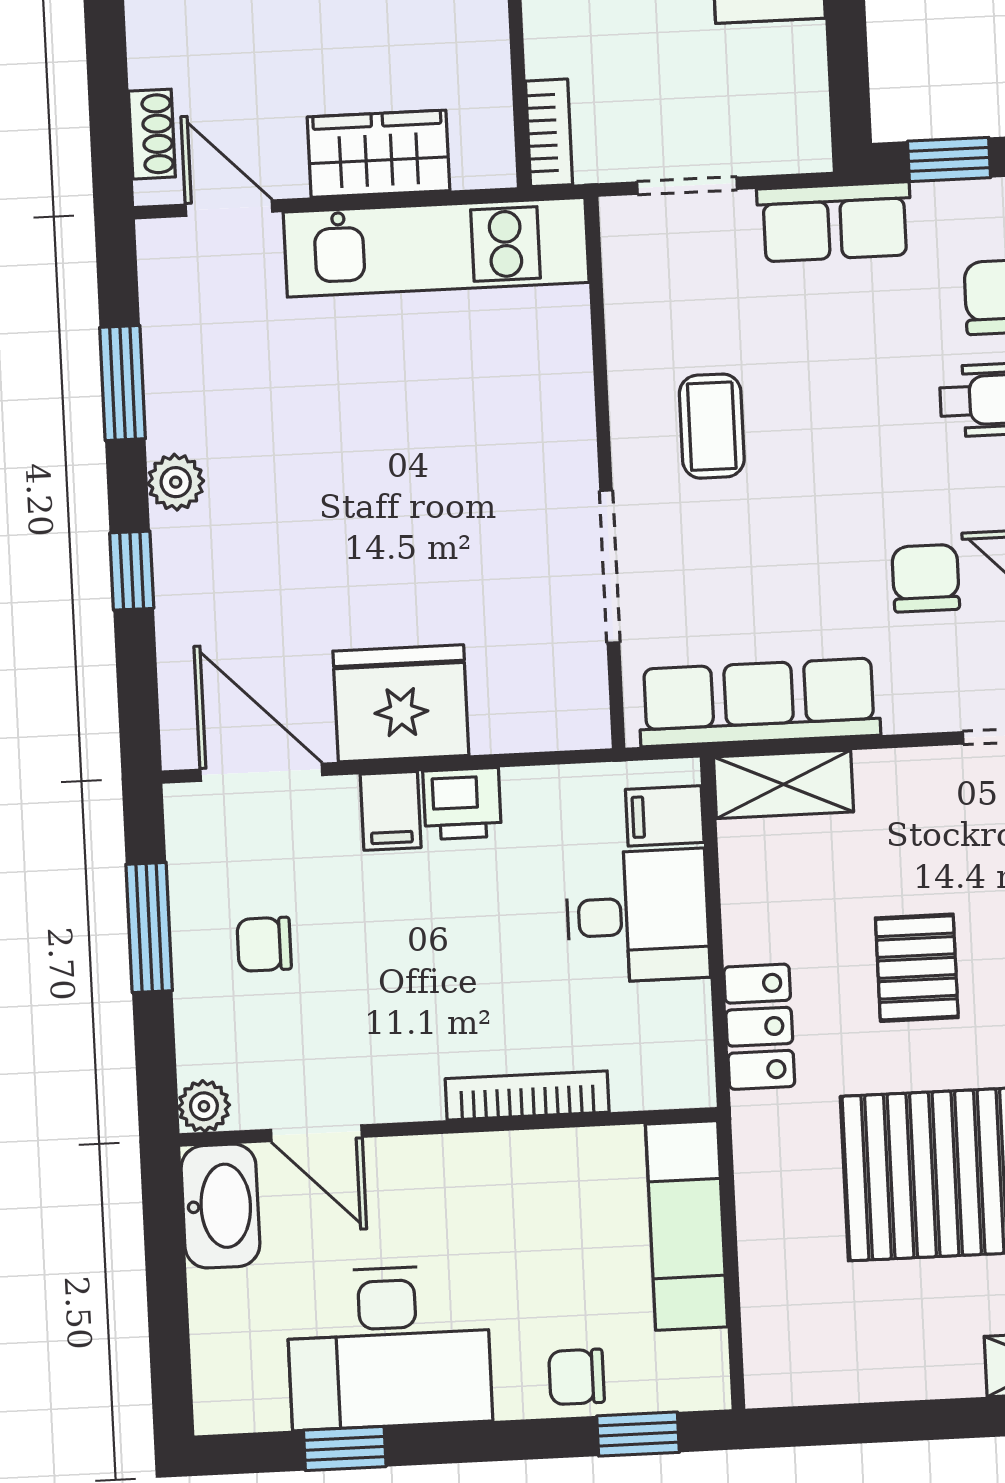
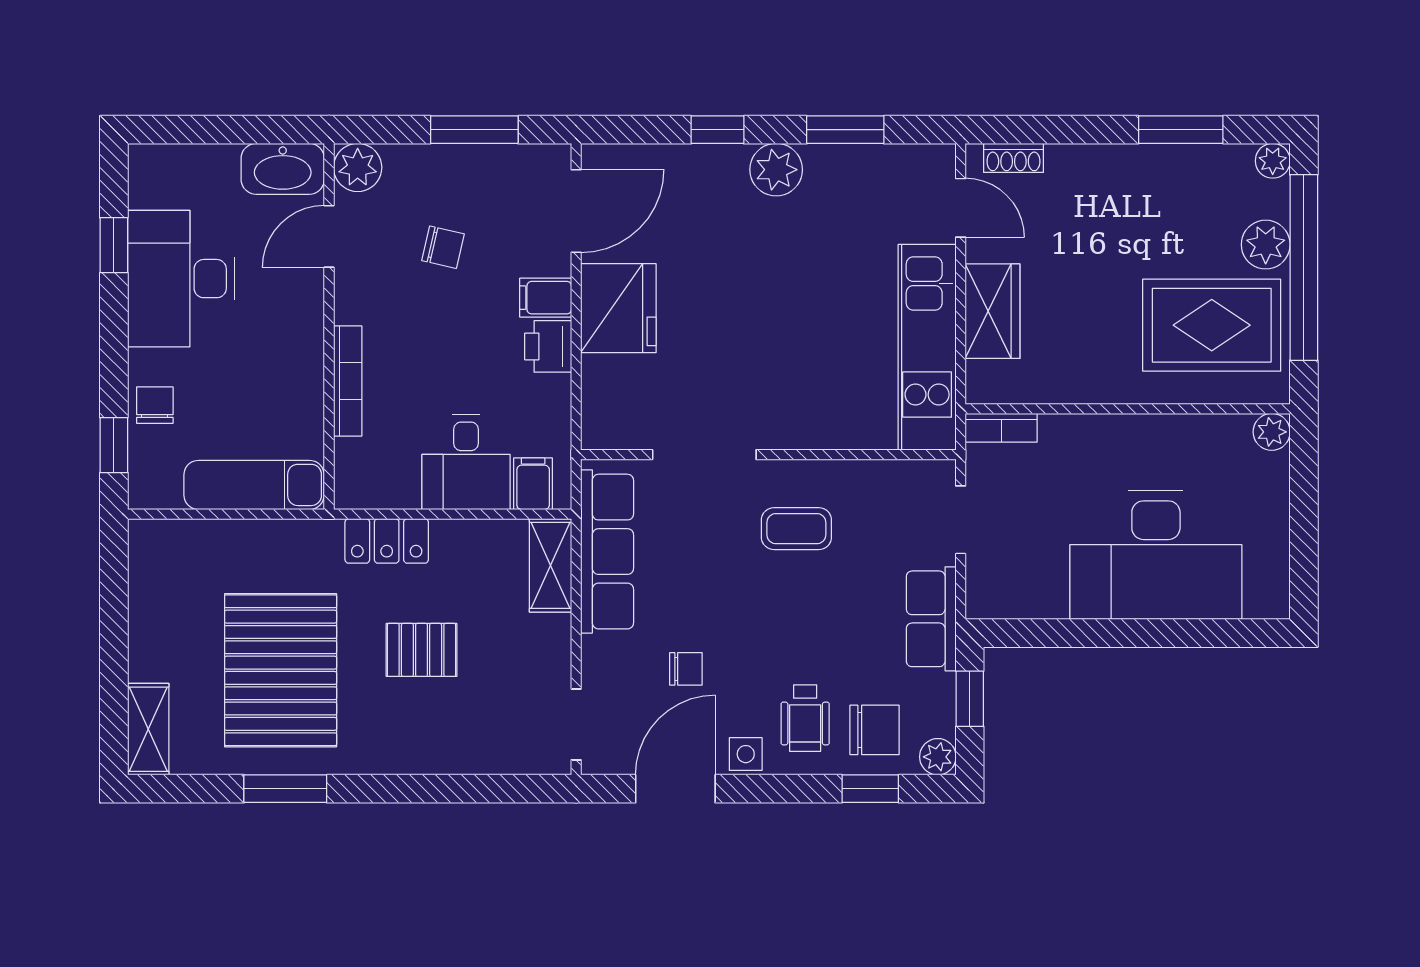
door: (229, 208) -> (961, 208), hinge flipped
plant: (176, 482) -> (776, 170), width x1.38, depth x1.38
chair: (926, 578) -> (686, 669), width x0.73, depth x0.73
chair: (264, 944) -> (443, 247), moved, turned 103
plant: (204, 1106) -> (358, 167), width x1.38, depth x1.38

